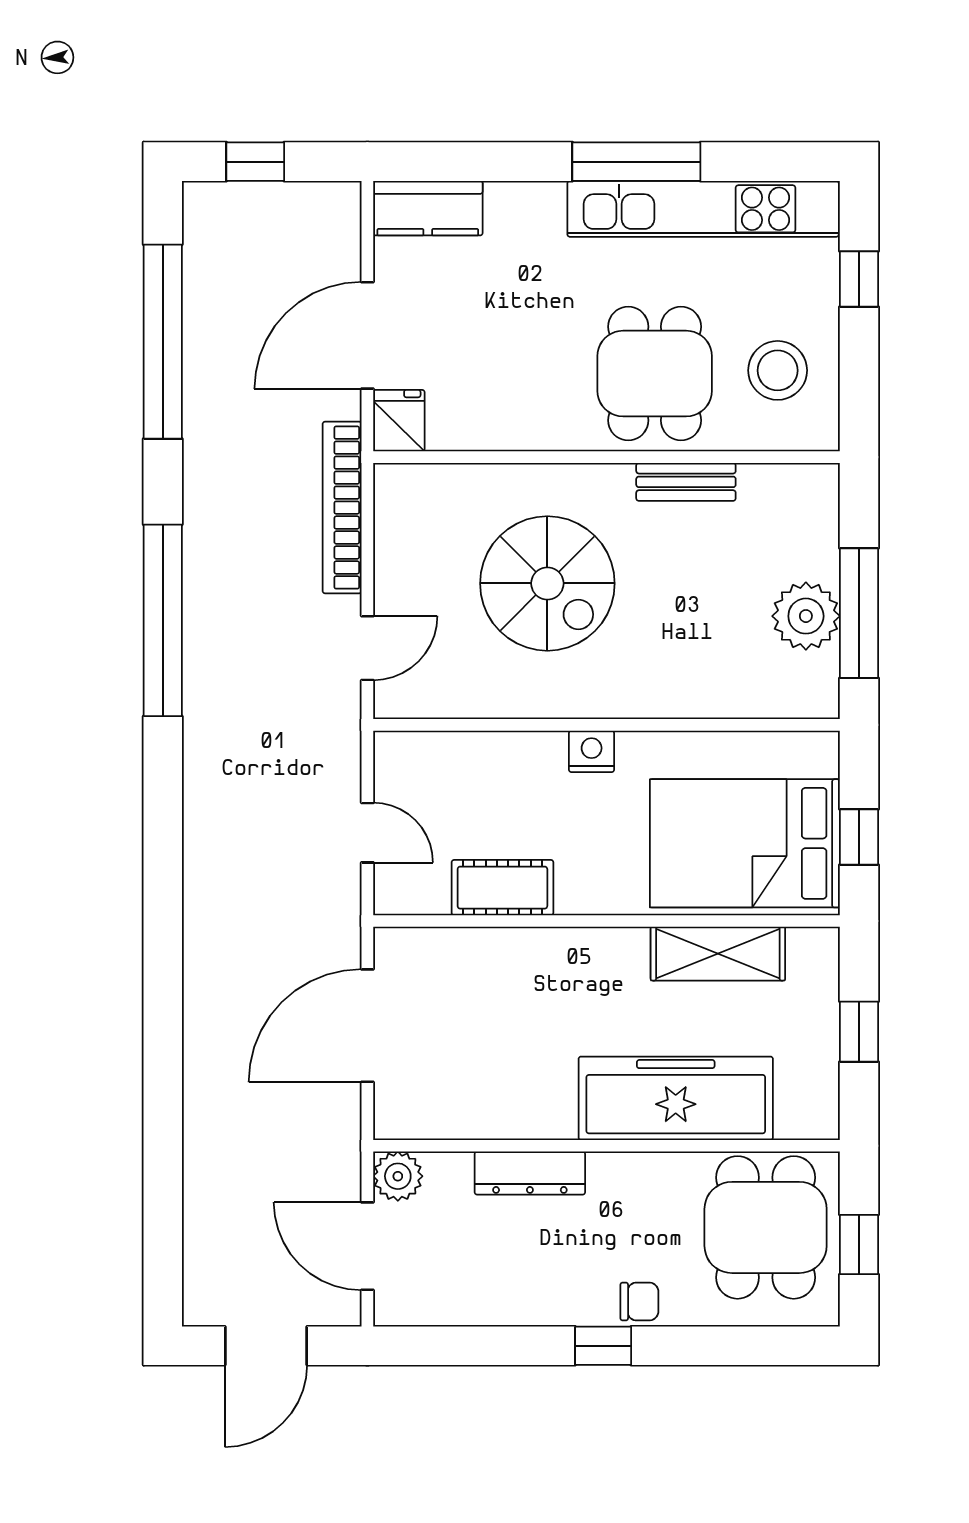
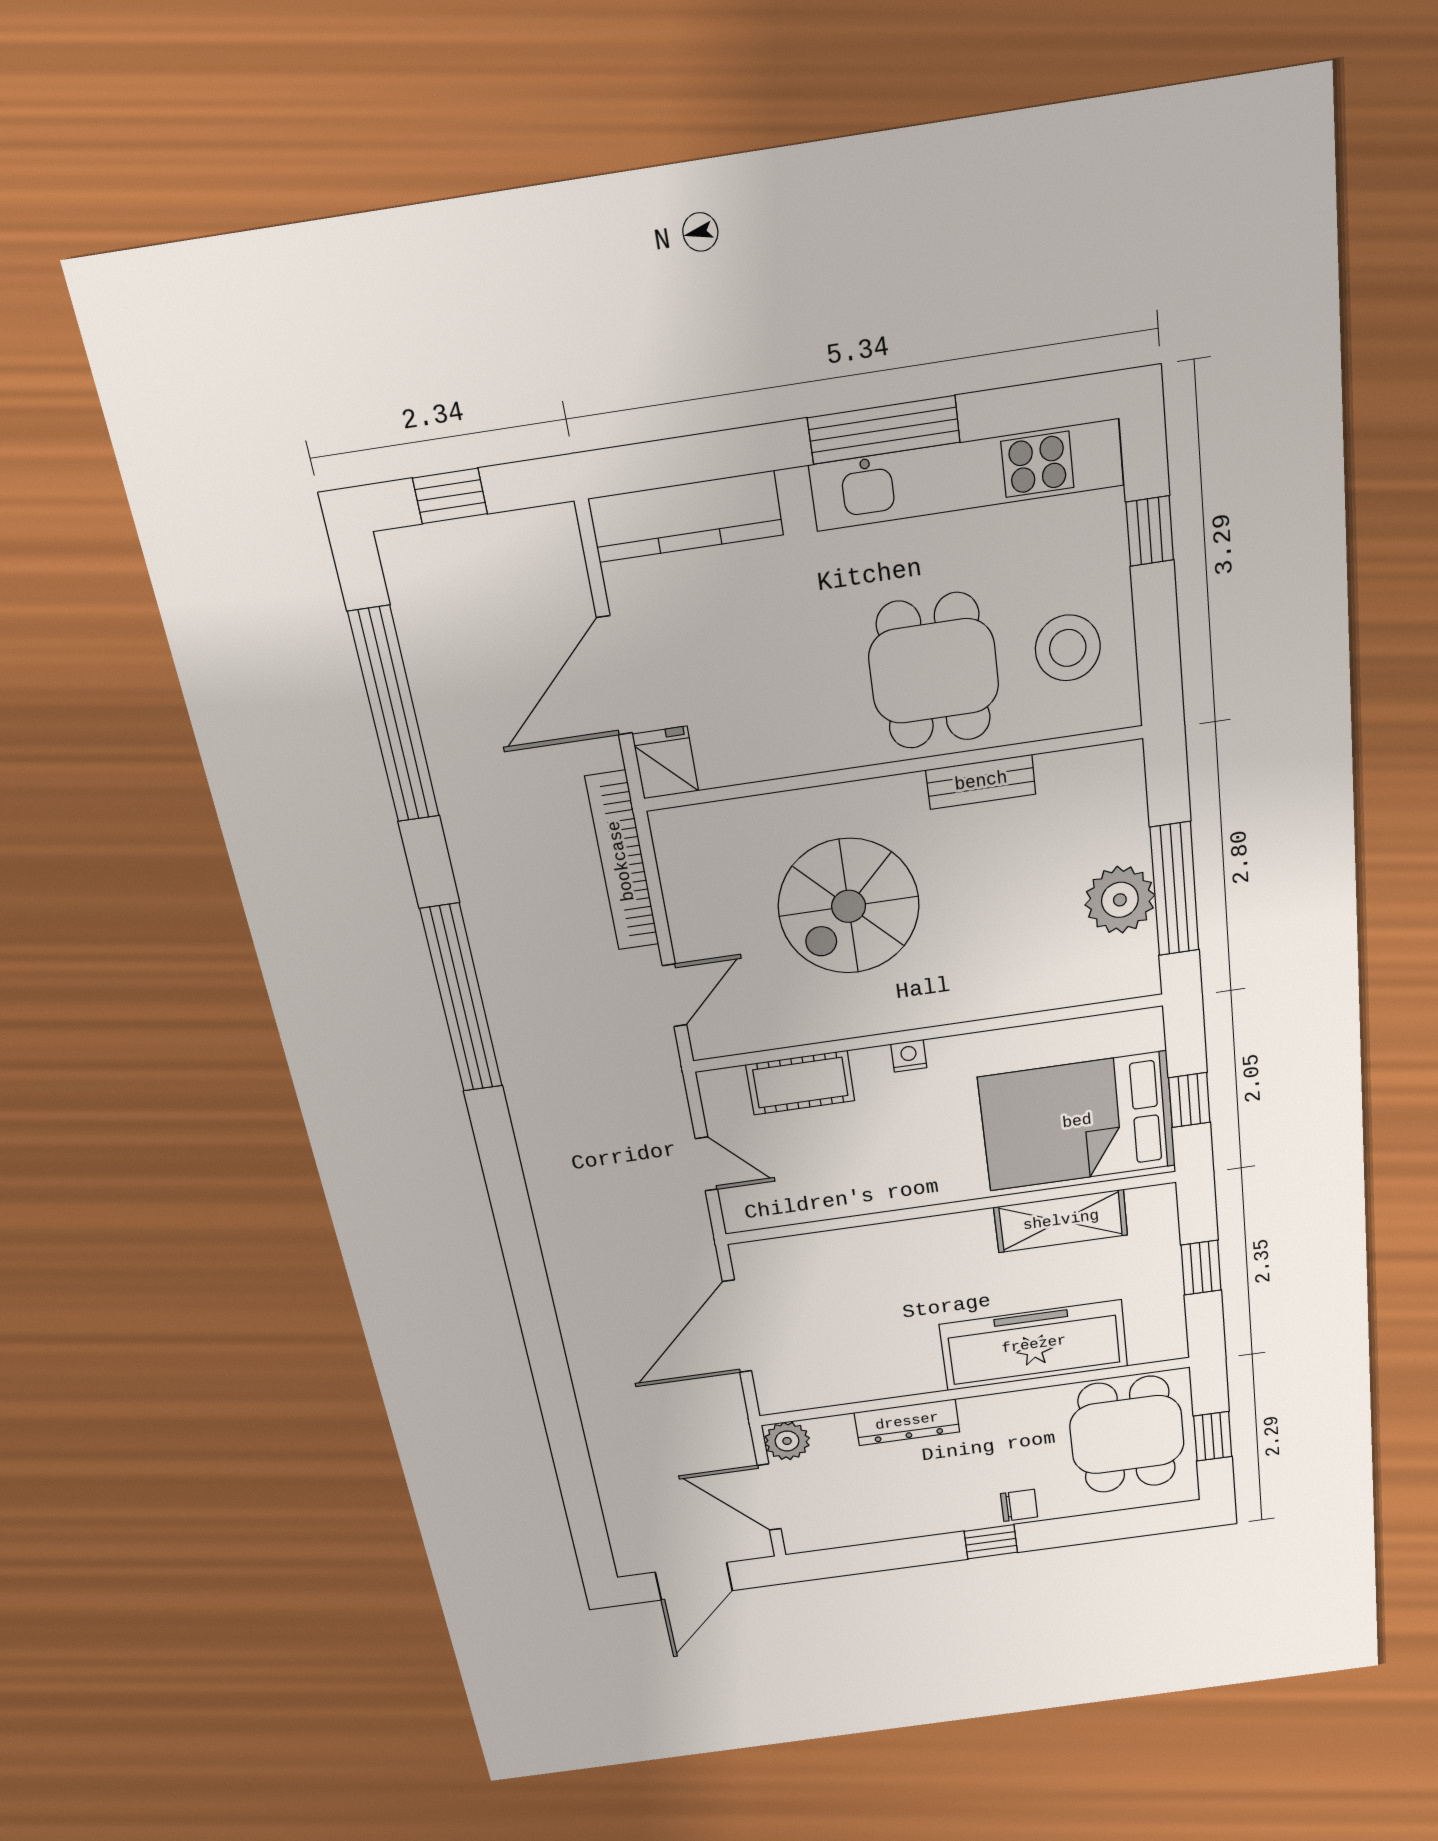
kitchen counter: (428, 208) -> (686, 517), width x1.50
spiral stairs: (547, 583) -> (849, 906), turned 90
nightstand: (592, 751) -> (909, 1056), width x0.72, depth x0.74
cot: (502, 888) -> (800, 1083), moved

